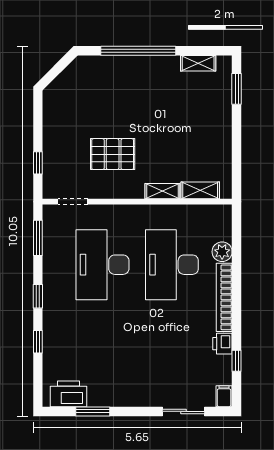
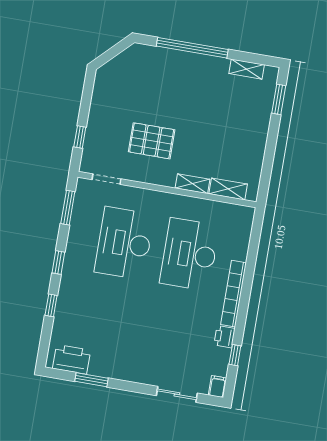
plant: (222, 252) -> (239, 250), removed

